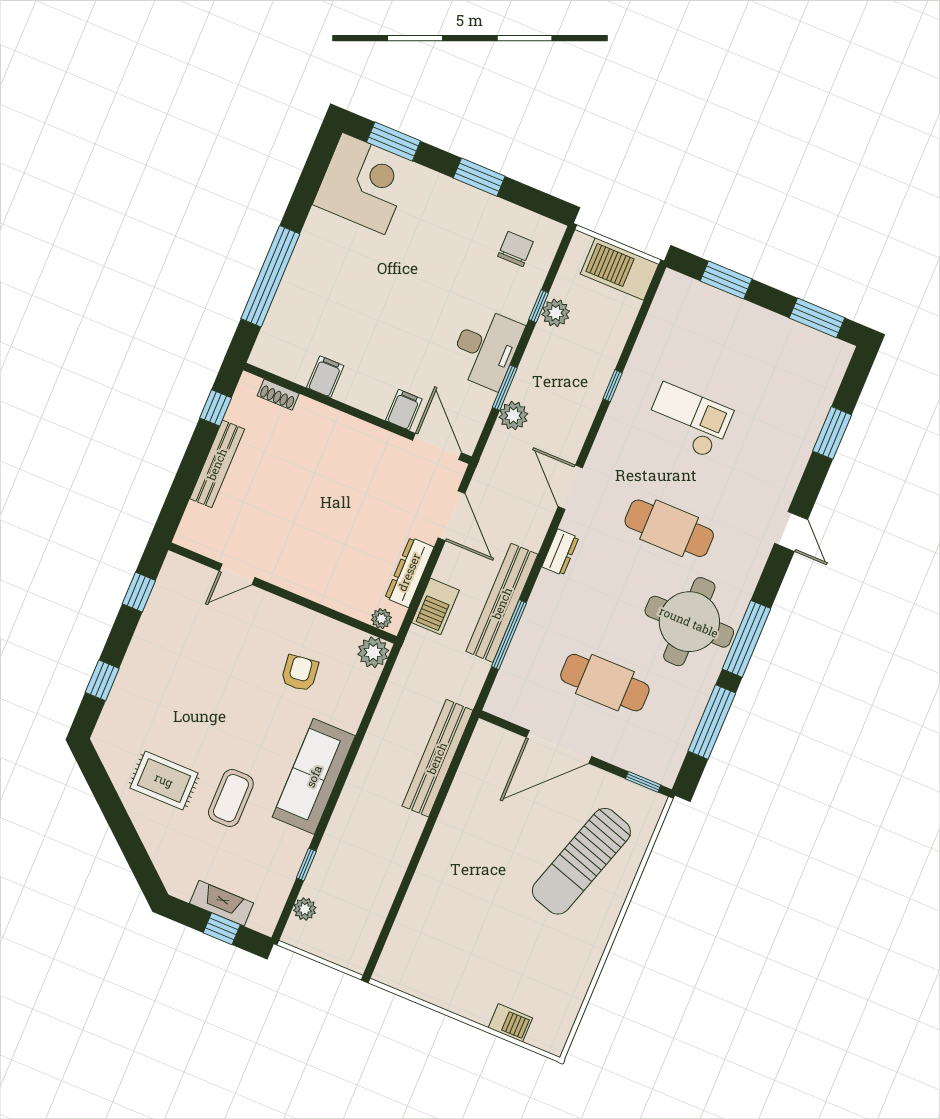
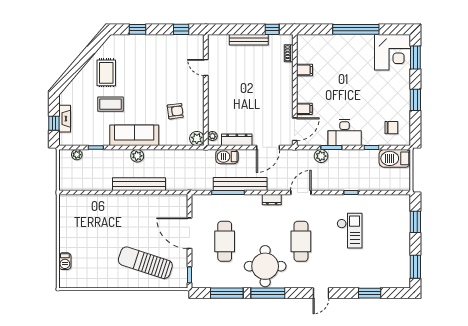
barbecue: (620, 269) -> (395, 158), moved, turned -90
window: (270, 276) -> (356, 29), moved
plant: (556, 313) -> (137, 156), moved
bench: (437, 758) -> (139, 184), moved

